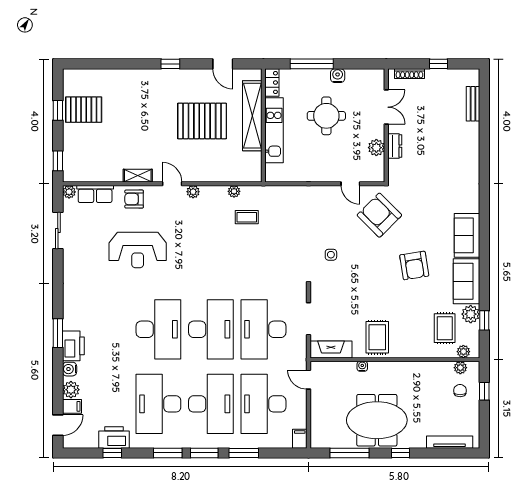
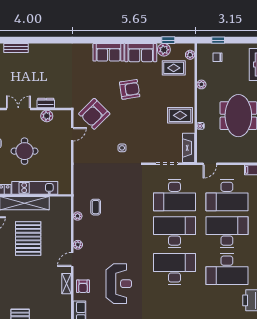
plant: (460, 368) -> (201, 84), moved

